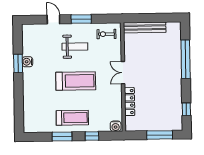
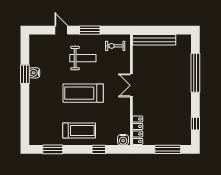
treadmill: (76, 81) -> (83, 93), turned 180
locker: (130, 102) -> (138, 130), moved
window: (62, 136) -> (53, 149), moved

